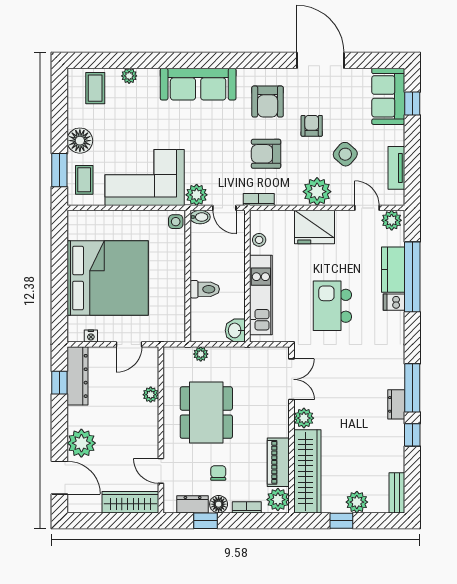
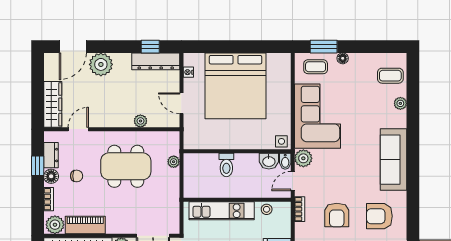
floor lamp: (80, 141) -> (343, 58), width x0.53, depth x0.53
armchair: (266, 154) -> (337, 215), turned 180
washbasin: (235, 330) -> (269, 161), moved, turned 180

